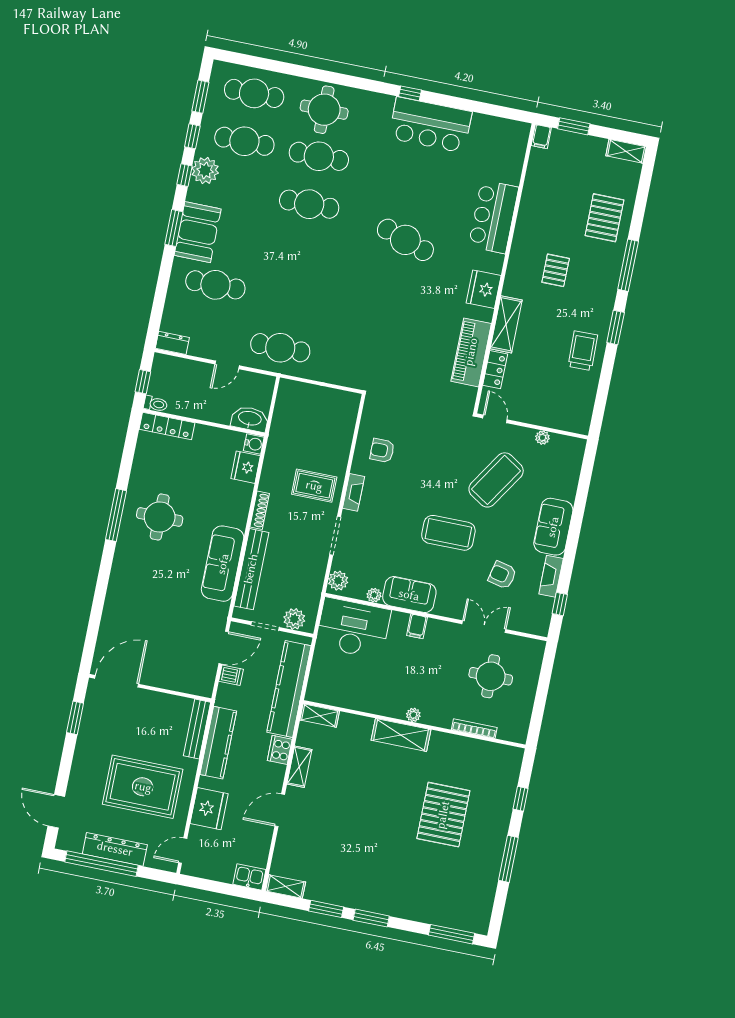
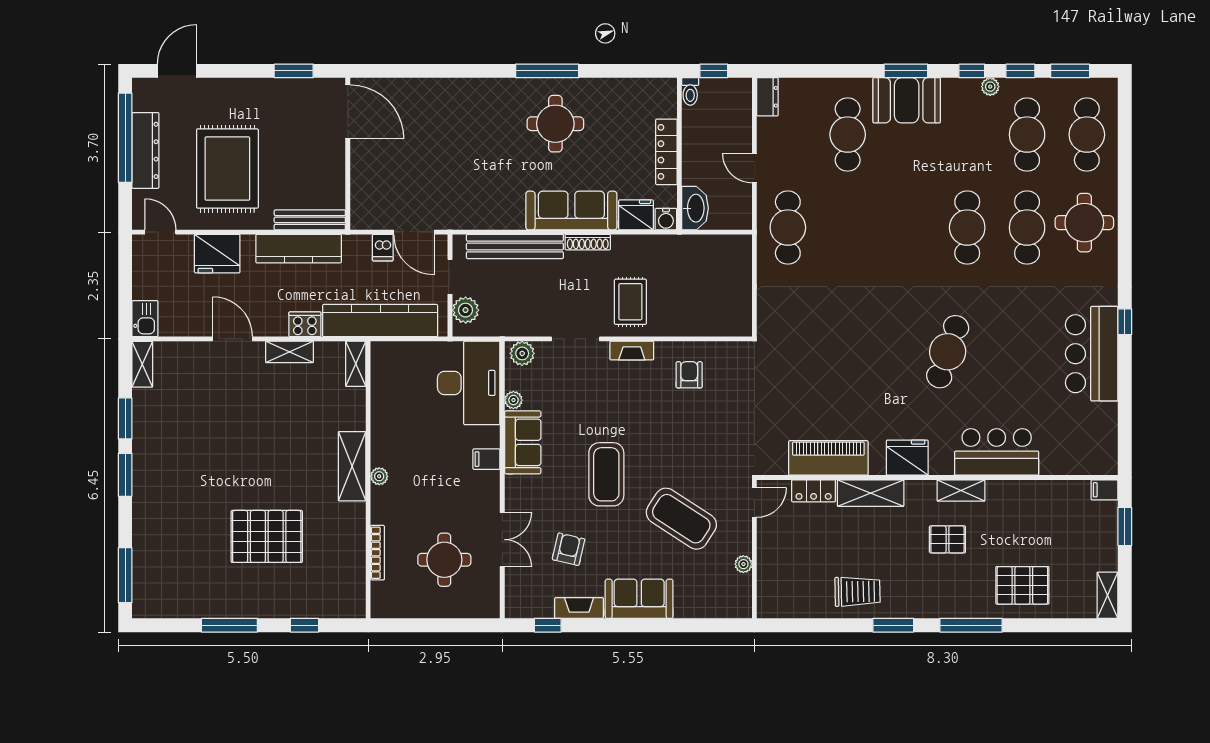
plant: (205, 171) -> (990, 87), width x0.53, depth x0.53
shelving: (519, 252) -> (961, 491), added
locker: (167, 426) -> (666, 152), moved
sofa: (223, 564) -> (571, 211), moved

